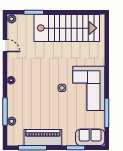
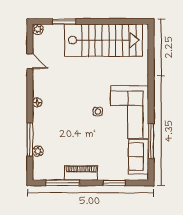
sofa: (90, 137) -> (139, 157), moved, turned -90
piano: (43, 138) -> (81, 173), width x0.73, depth x0.75

